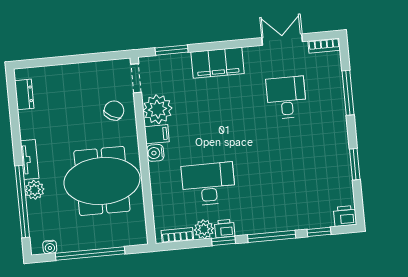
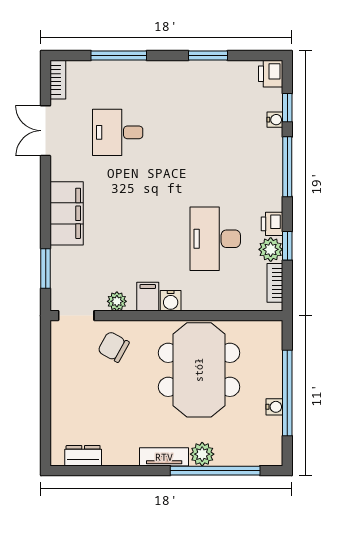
plant: (158, 109) -> (117, 301), width x0.53, depth x0.53
water cooler: (308, 223) -> (275, 120), added
window: (224, 241) -> (287, 246), moved
water cooler: (50, 247) -> (274, 407), moved

